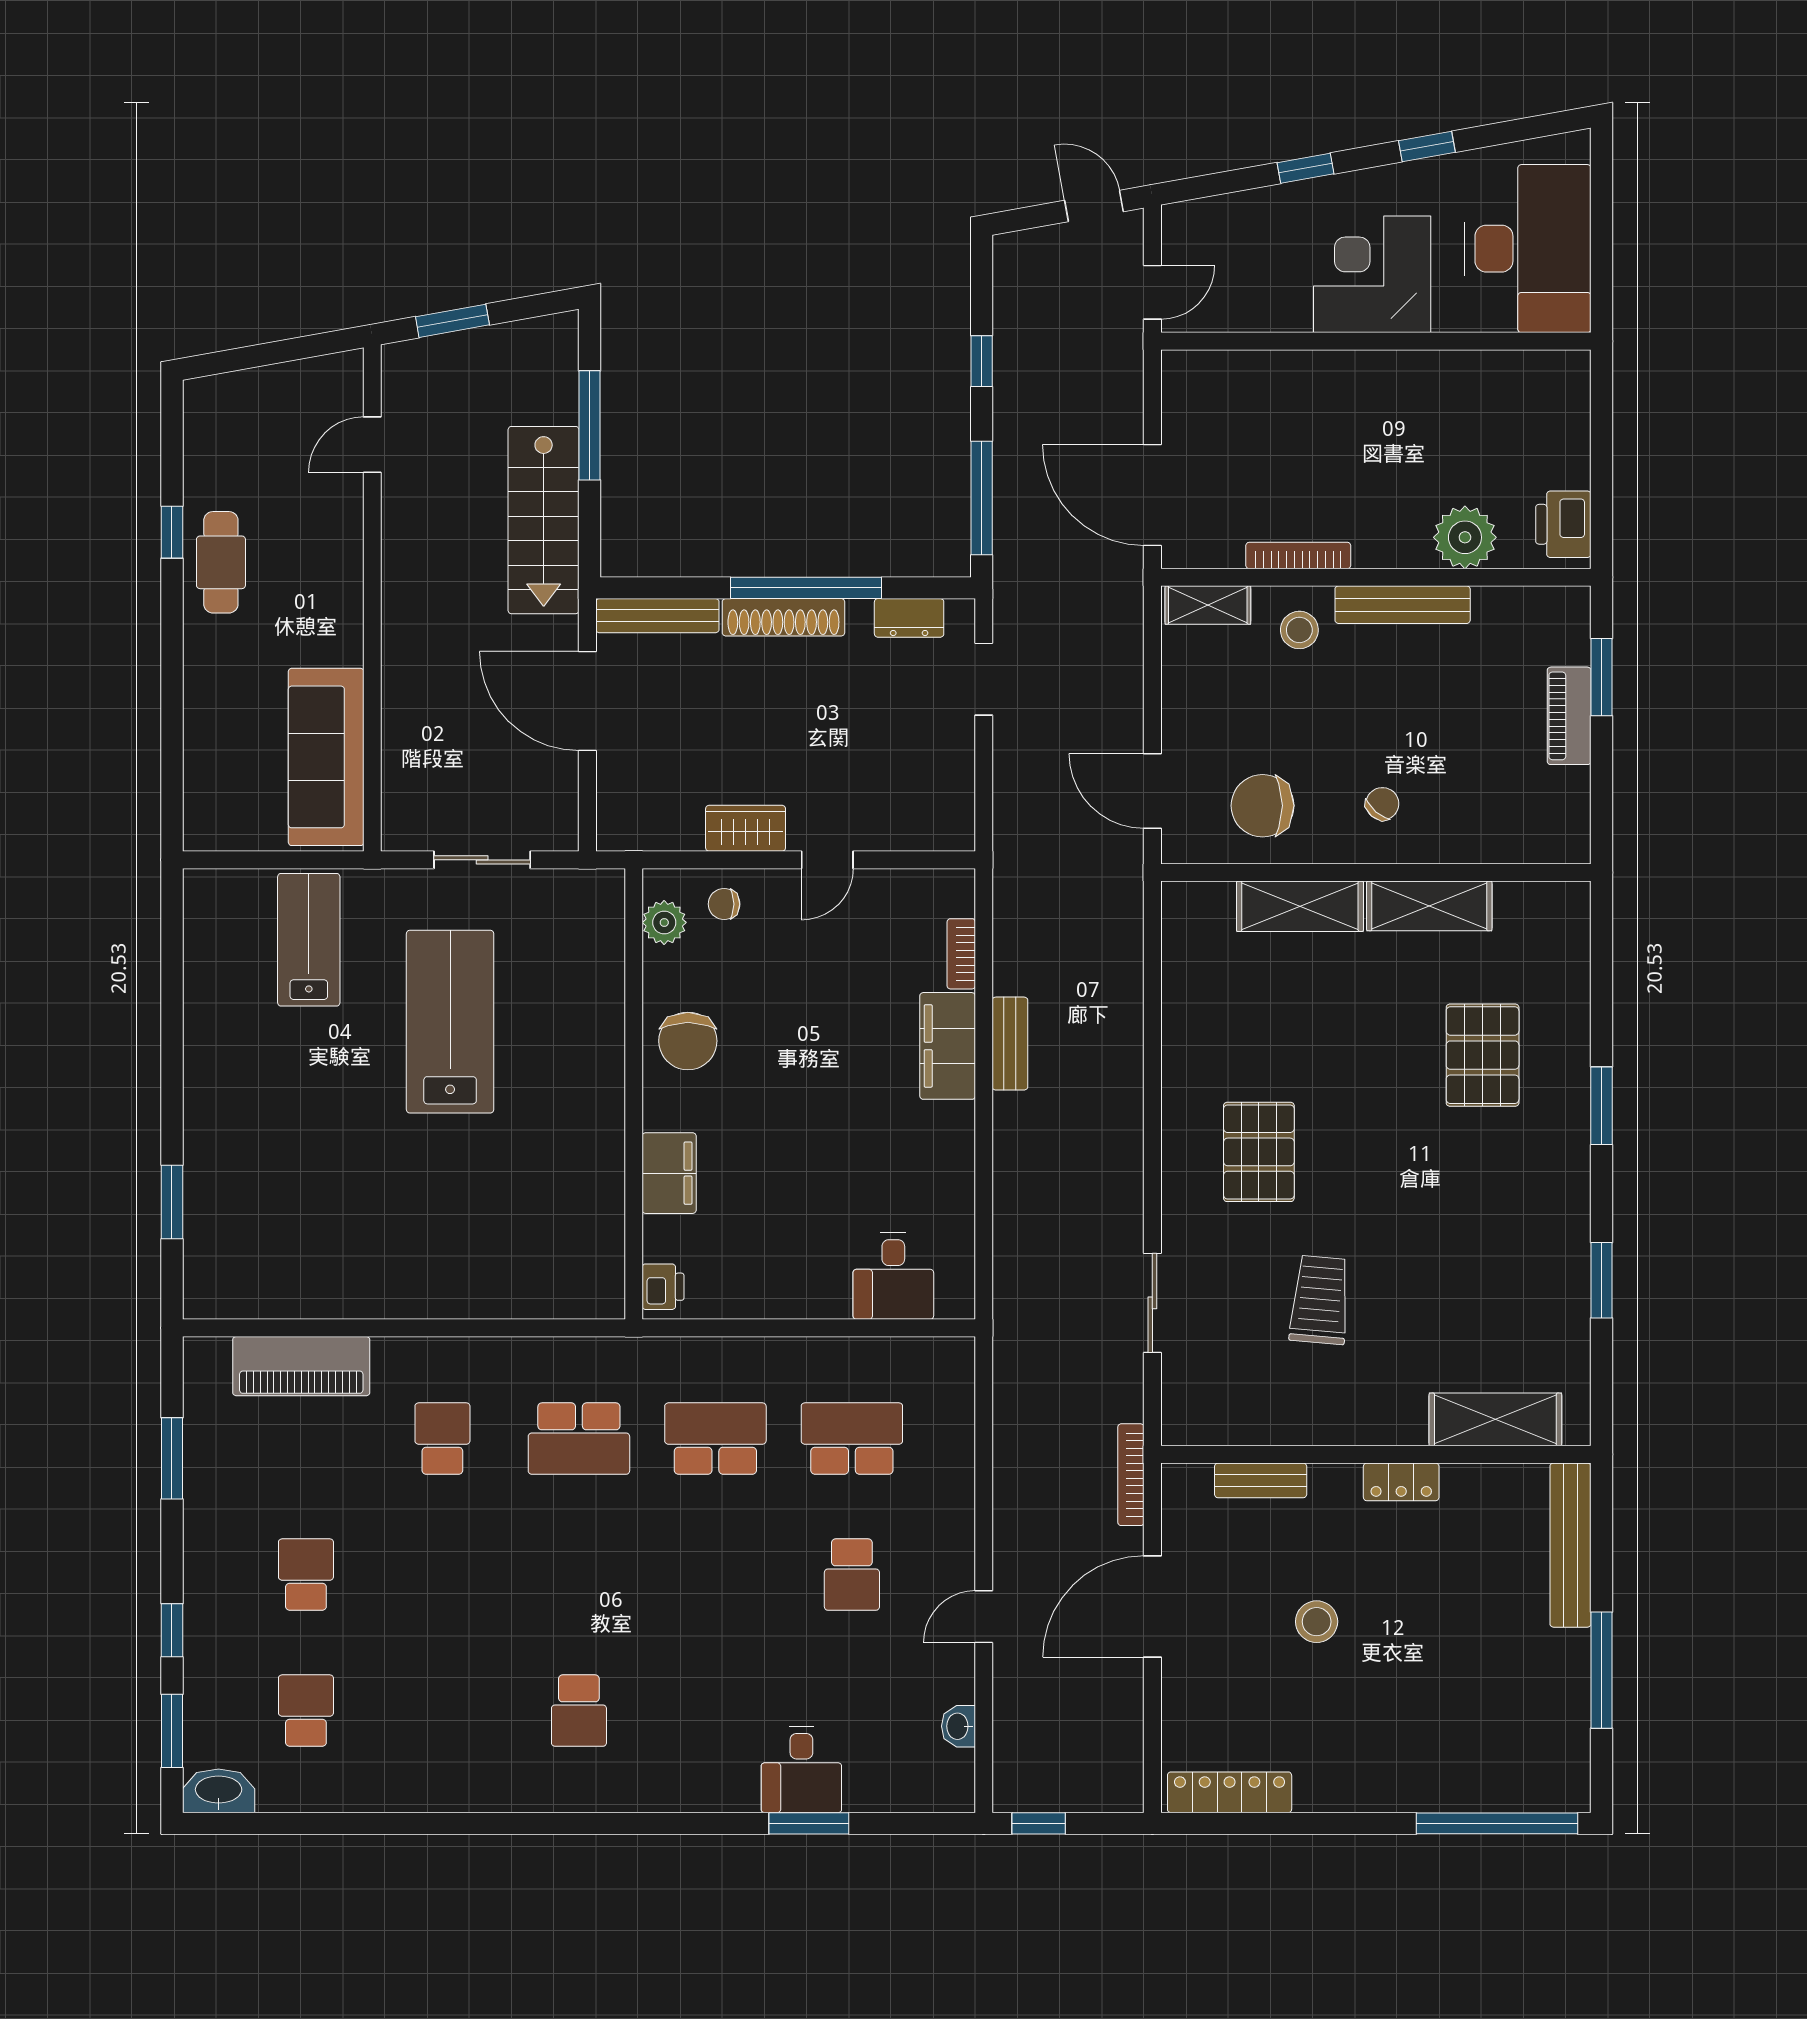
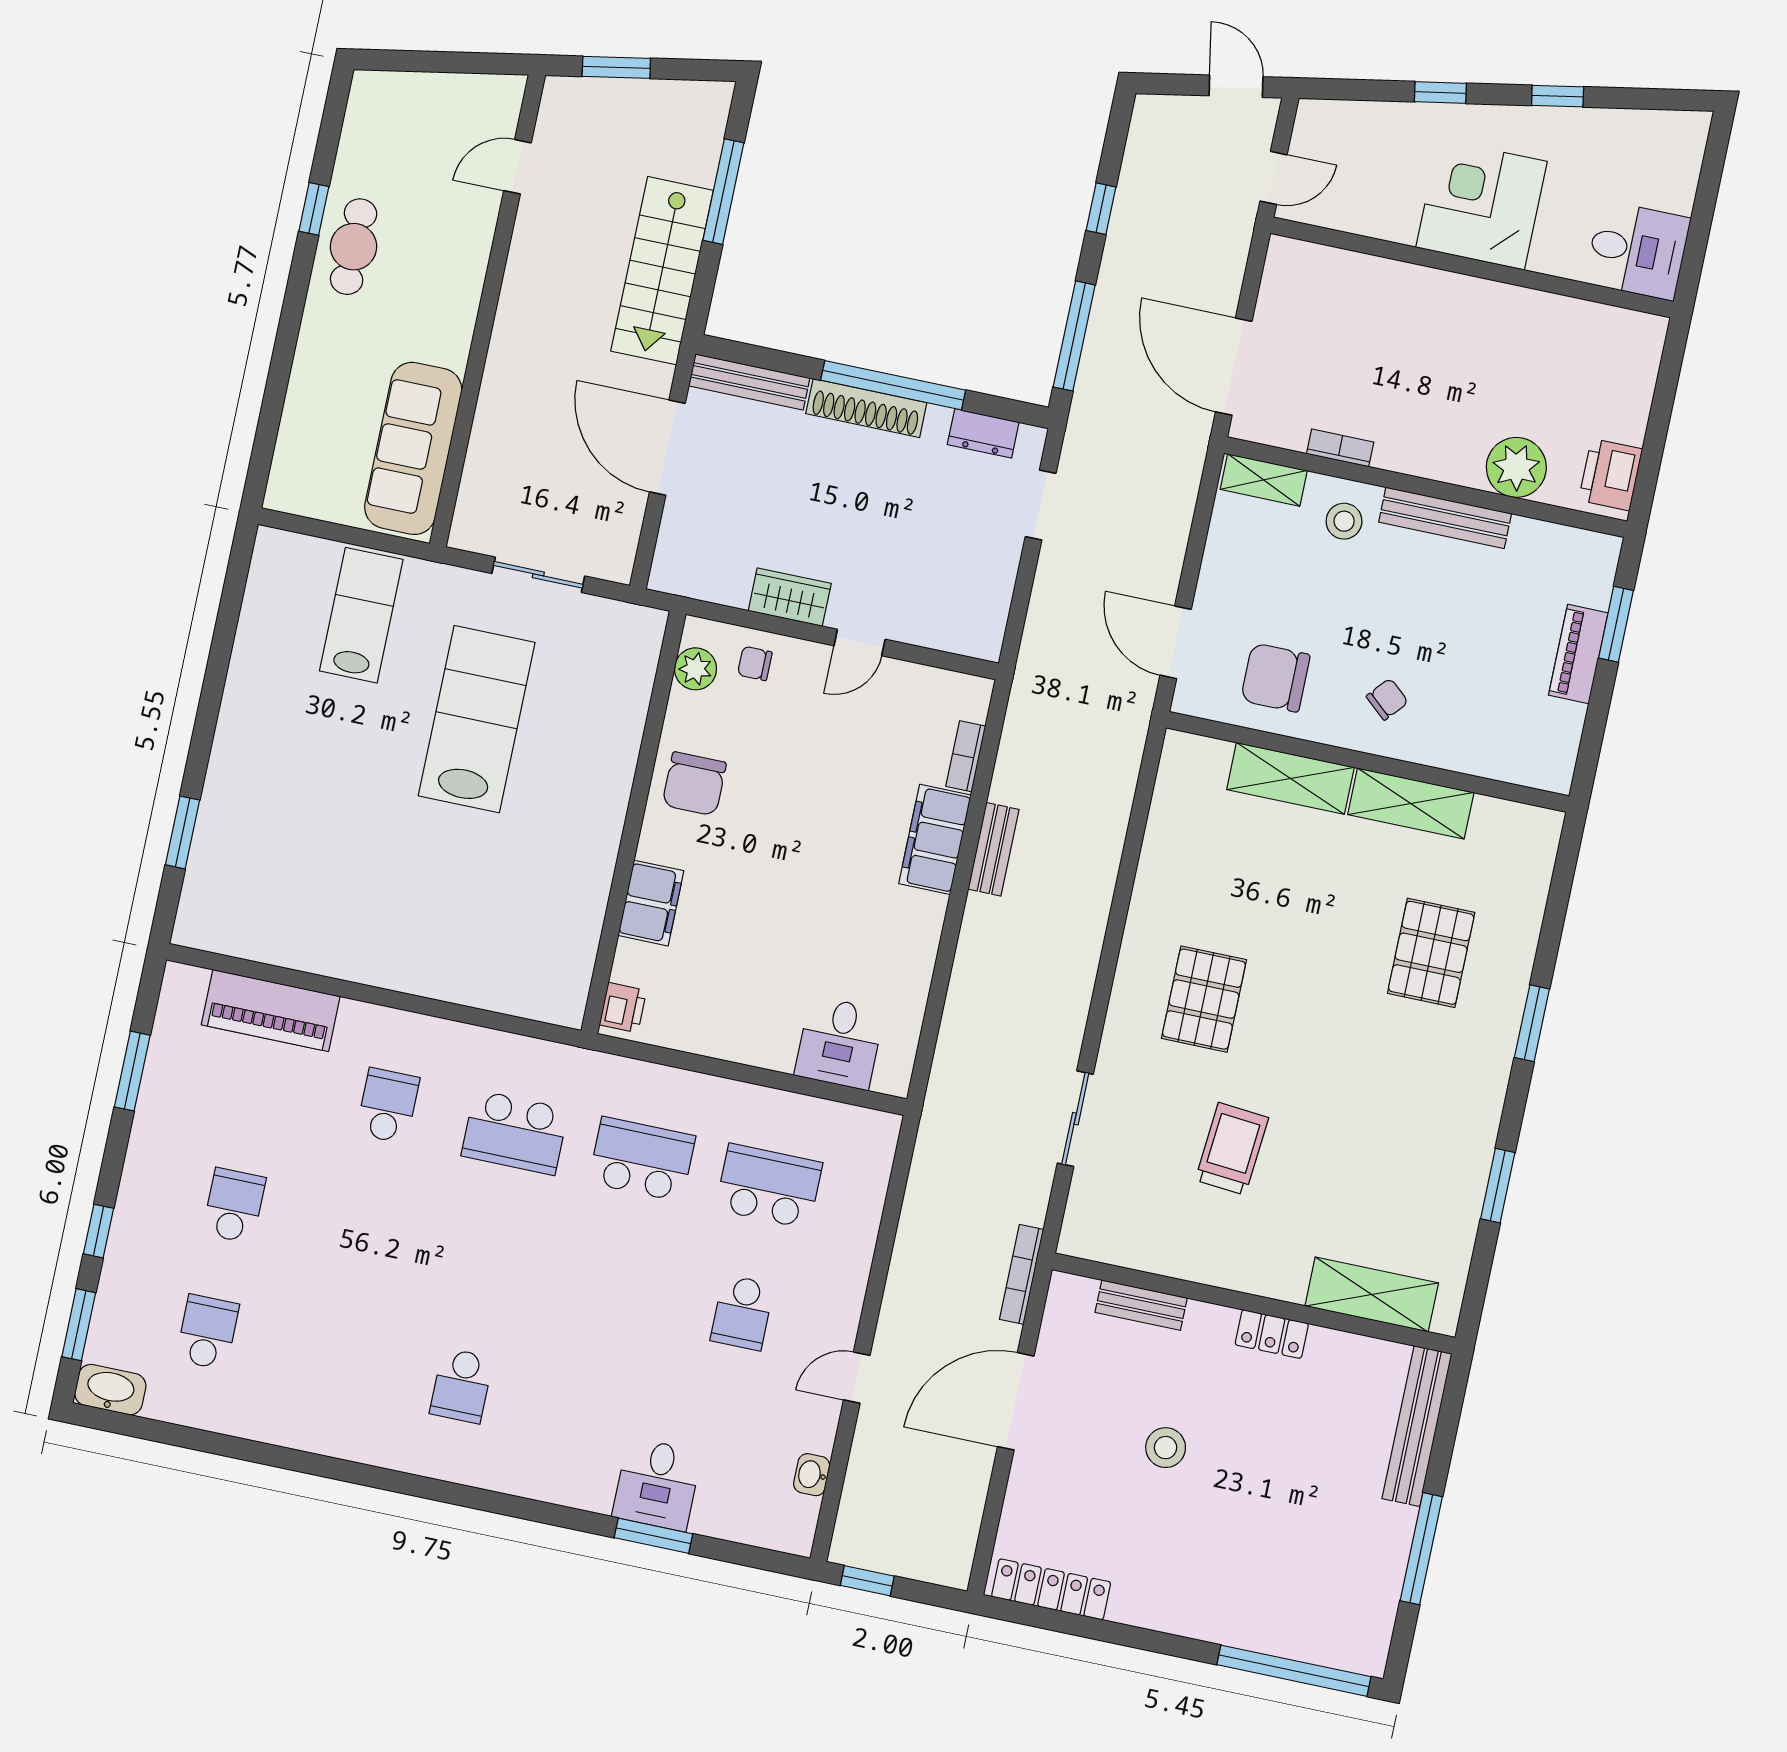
desk: (1528, 249) -> (1637, 250), width x0.53, depth x0.77
bookcase: (1298, 555) -> (1340, 448), width x0.64

